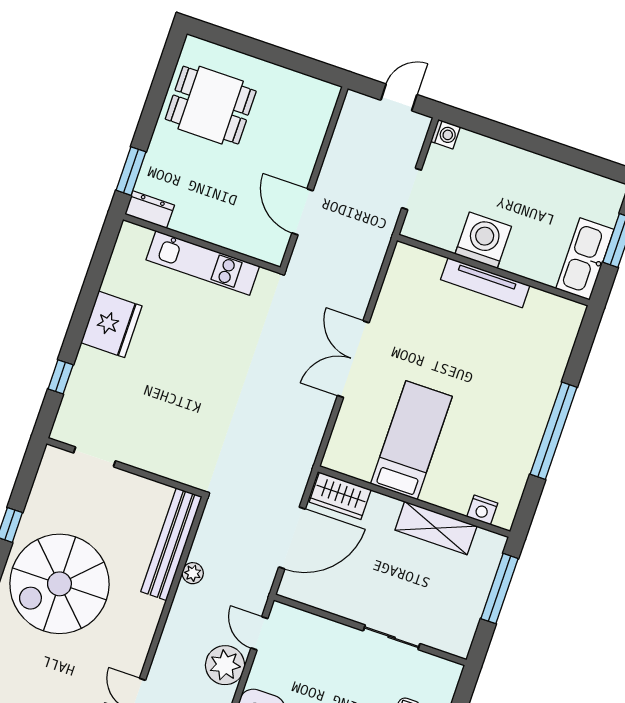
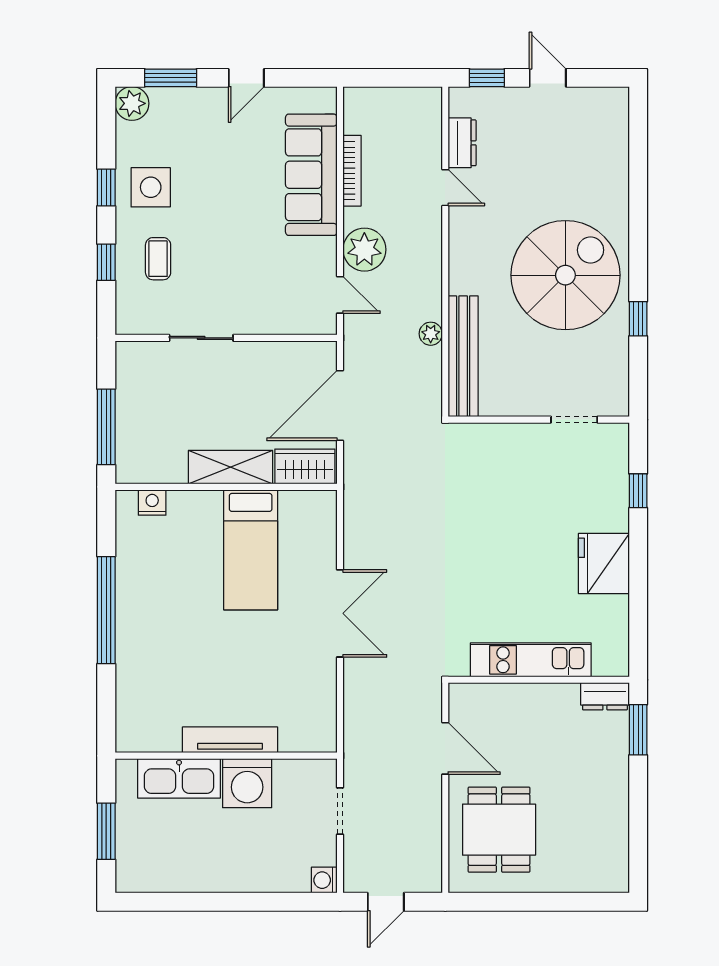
dining table: (211, 105) -> (499, 830), moved, turned 90
kitchen sink: (585, 259) -> (179, 778), moved, turned 90
shelving: (436, 528) -> (230, 467), moved

